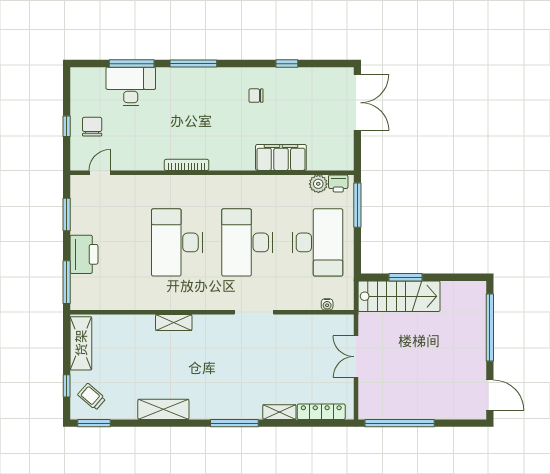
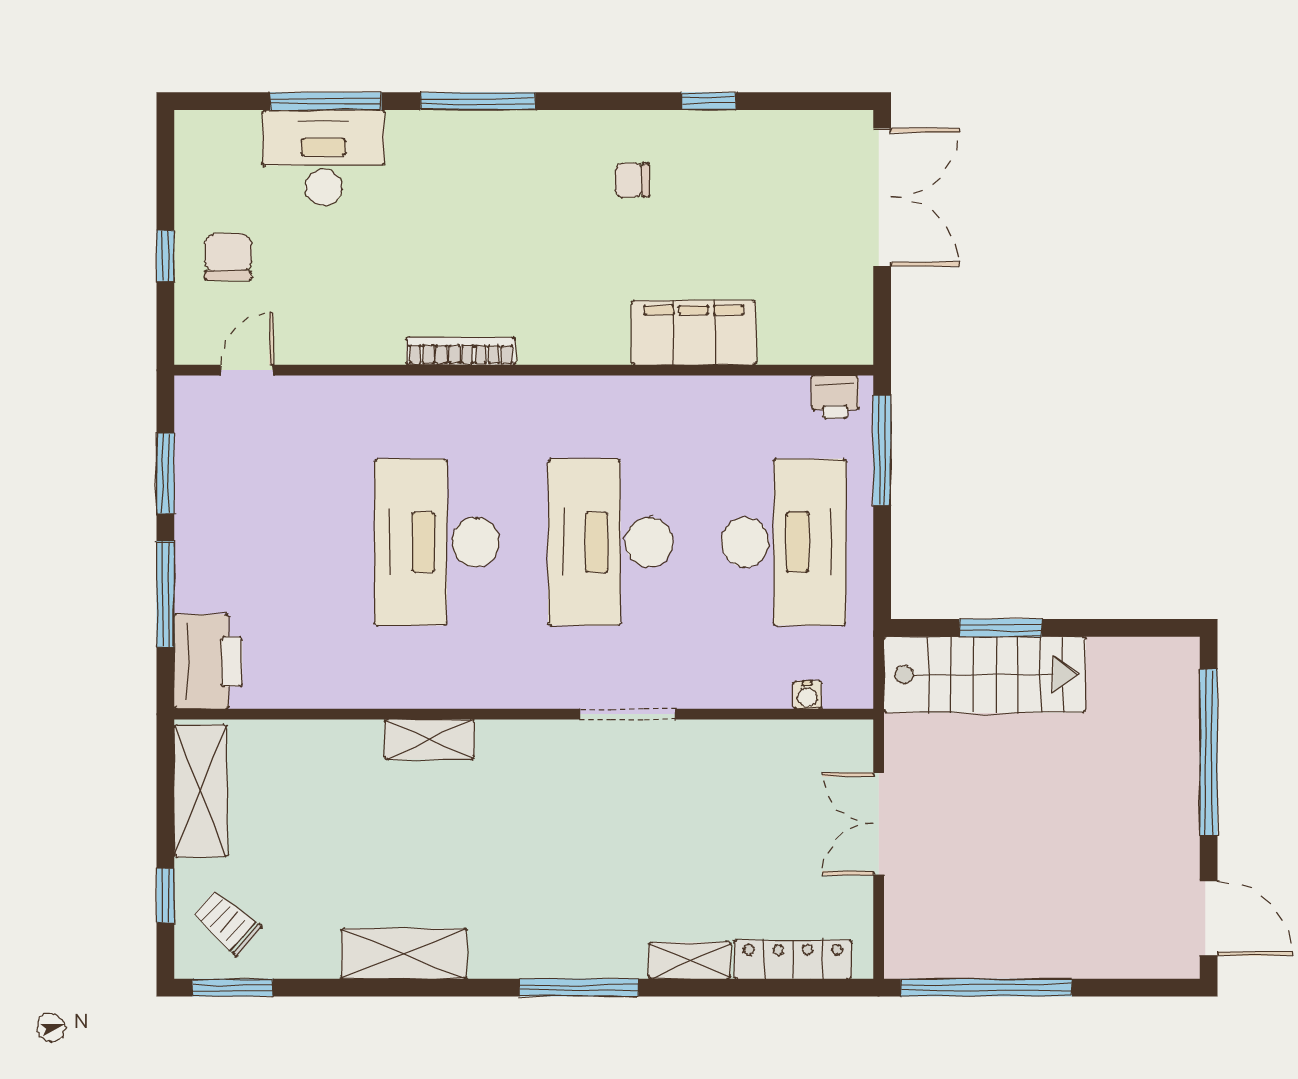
plant: (318, 184) -> (786, 398), removed
printer: (84, 254) -> (208, 662), moved
window: (67, 282) -> (165, 594), moved

